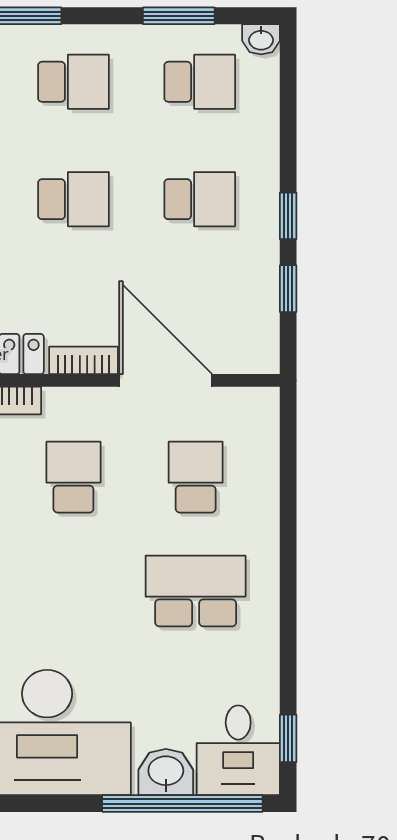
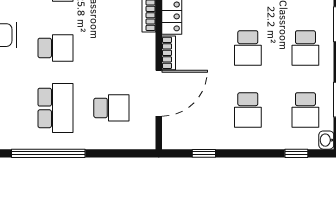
window: (288, 216) -> (296, 153), moved
school desk: (73, 477) -> (55, 48), moved
window: (288, 606) -> (48, 153), added

